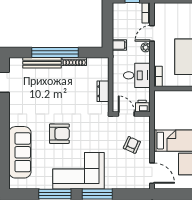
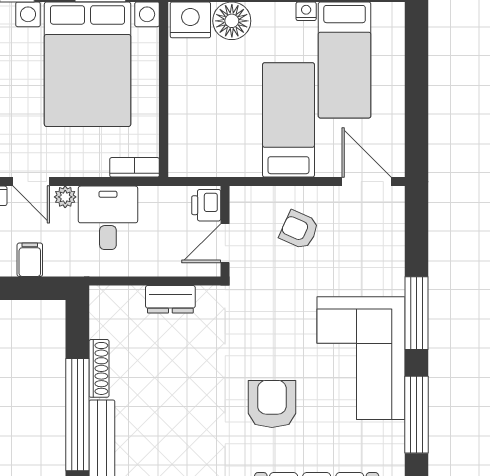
filing cabinet: (119, 45) -> (30, 260), moved
desk: (137, 75) -> (108, 218), moved
door: (152, 173) -> (366, 182), hinge flipped

